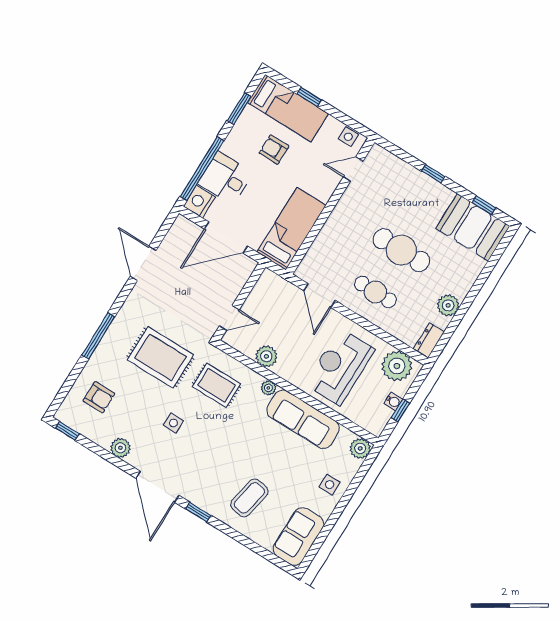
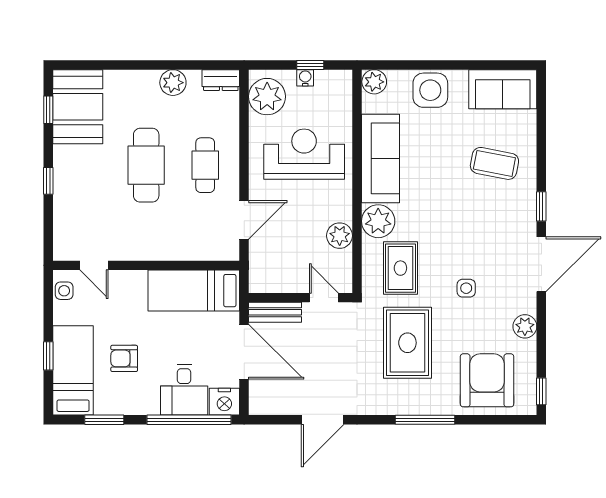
armchair: (274, 150) -> (124, 358), turned 90
bench: (240, 277) -> (275, 312), added
reception desk: (340, 367) -> (304, 154), turned 180
plant: (268, 388) -> (378, 221), width x1.88, depth x1.88
armchair: (99, 397) -> (487, 380), width x1.88, depth x1.88
side table: (330, 485) -> (430, 90), width x1.87, depth x1.87

